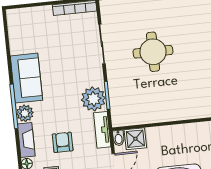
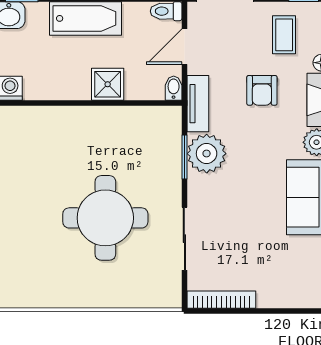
round table: (153, 52) -> (105, 218), width x1.36, depth x1.36
shower: (135, 139) -> (108, 84), moved

